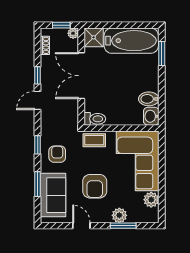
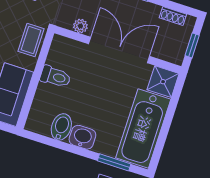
plant: (73, 33) -> (80, 26), moved
washbasin: (151, 116) -> (82, 137), moved
toilet: (95, 119) -> (55, 77), moved, turned -90

